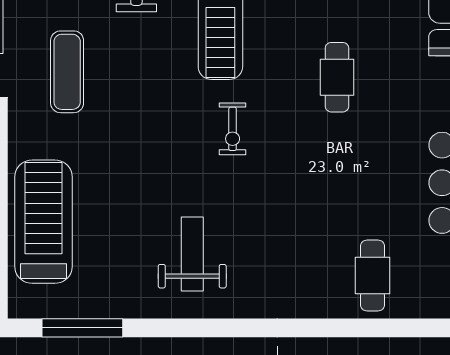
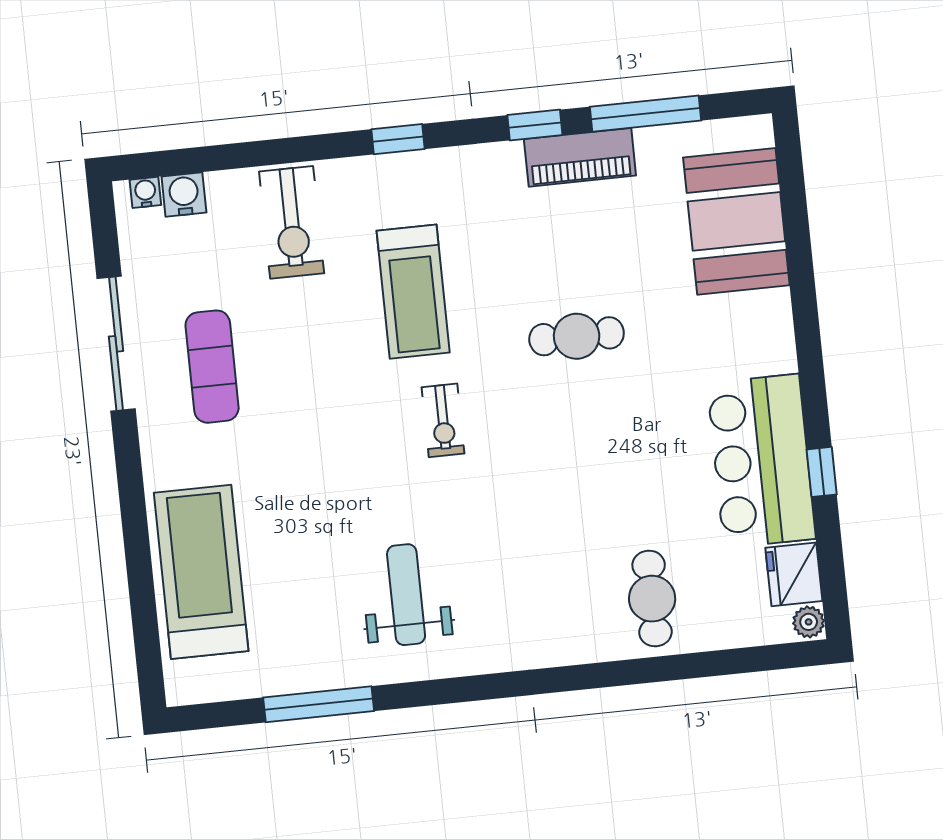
cafe table: (337, 77) -> (577, 336), turned 90
window: (82, 328) -> (319, 704), moved

